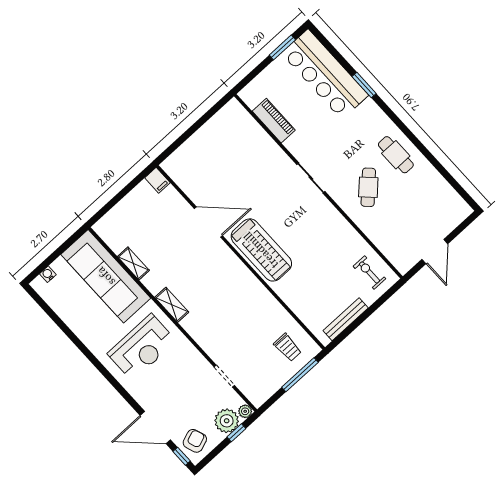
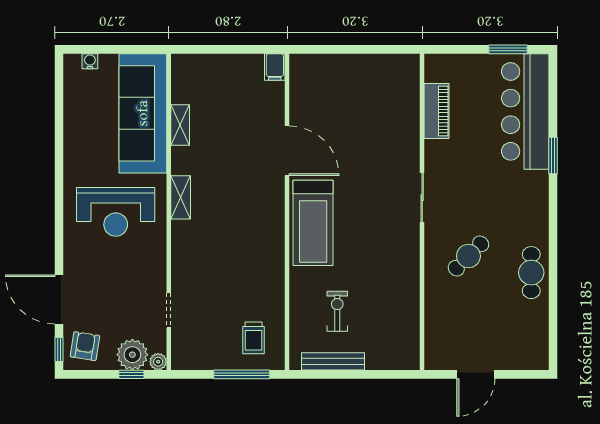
cafe table: (396, 155) -> (531, 273), moved
exercise bike: (369, 272) -> (337, 311), moved
armchair: (195, 441) -> (85, 346), turned -61

